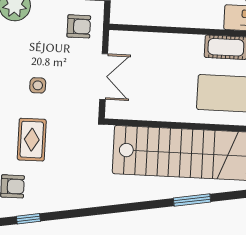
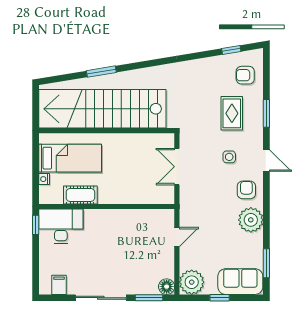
armchair: (79, 26) -> (246, 190), moved, turned 90

